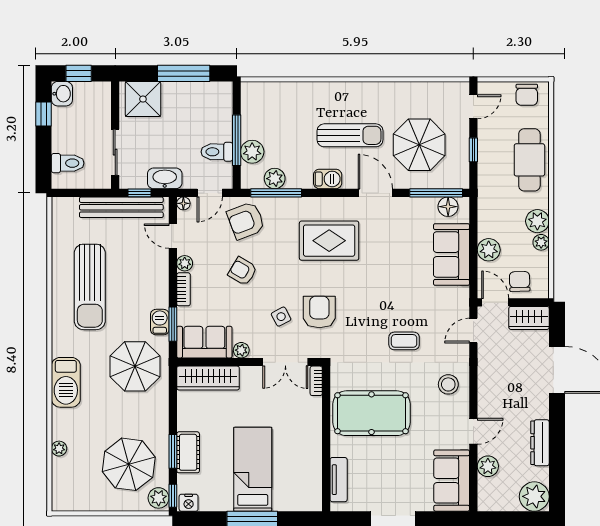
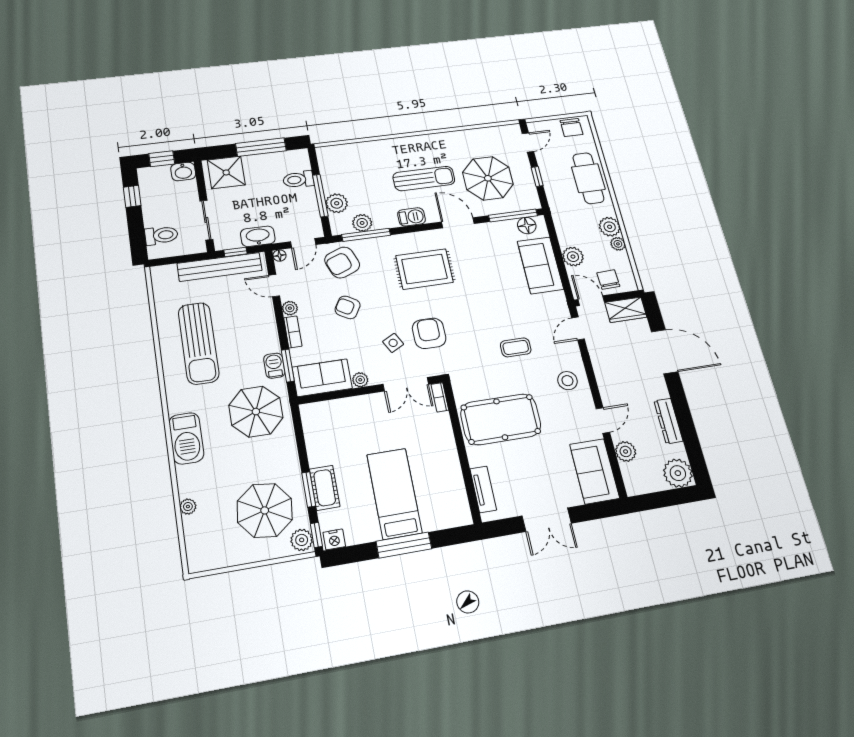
washbasin: (62, 94) -> (183, 171), moved, turned 90
toilet: (217, 152) -> (298, 180), moved
wardrobe: (208, 378) -> (332, 411), removed

